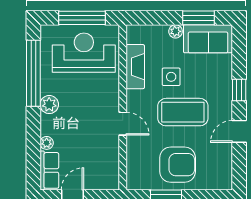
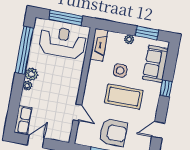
sofa: (208, 39) -> (155, 64), moved, turned 90
fireplace: (135, 67) -> (99, 45), moved
door: (123, 124) -> (77, 112), moved
door: (239, 131) -> (158, 130), moved
plant: (47, 143) -> (27, 86), moved

